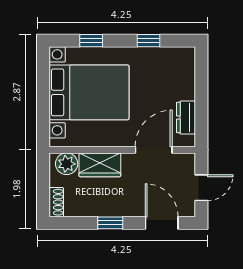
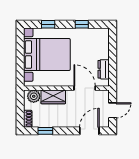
door: (154, 150) -> (85, 88), hinge flipped
window: (110, 223) -> (45, 131), moved
door: (162, 223) -> (89, 131), hinge flipped

